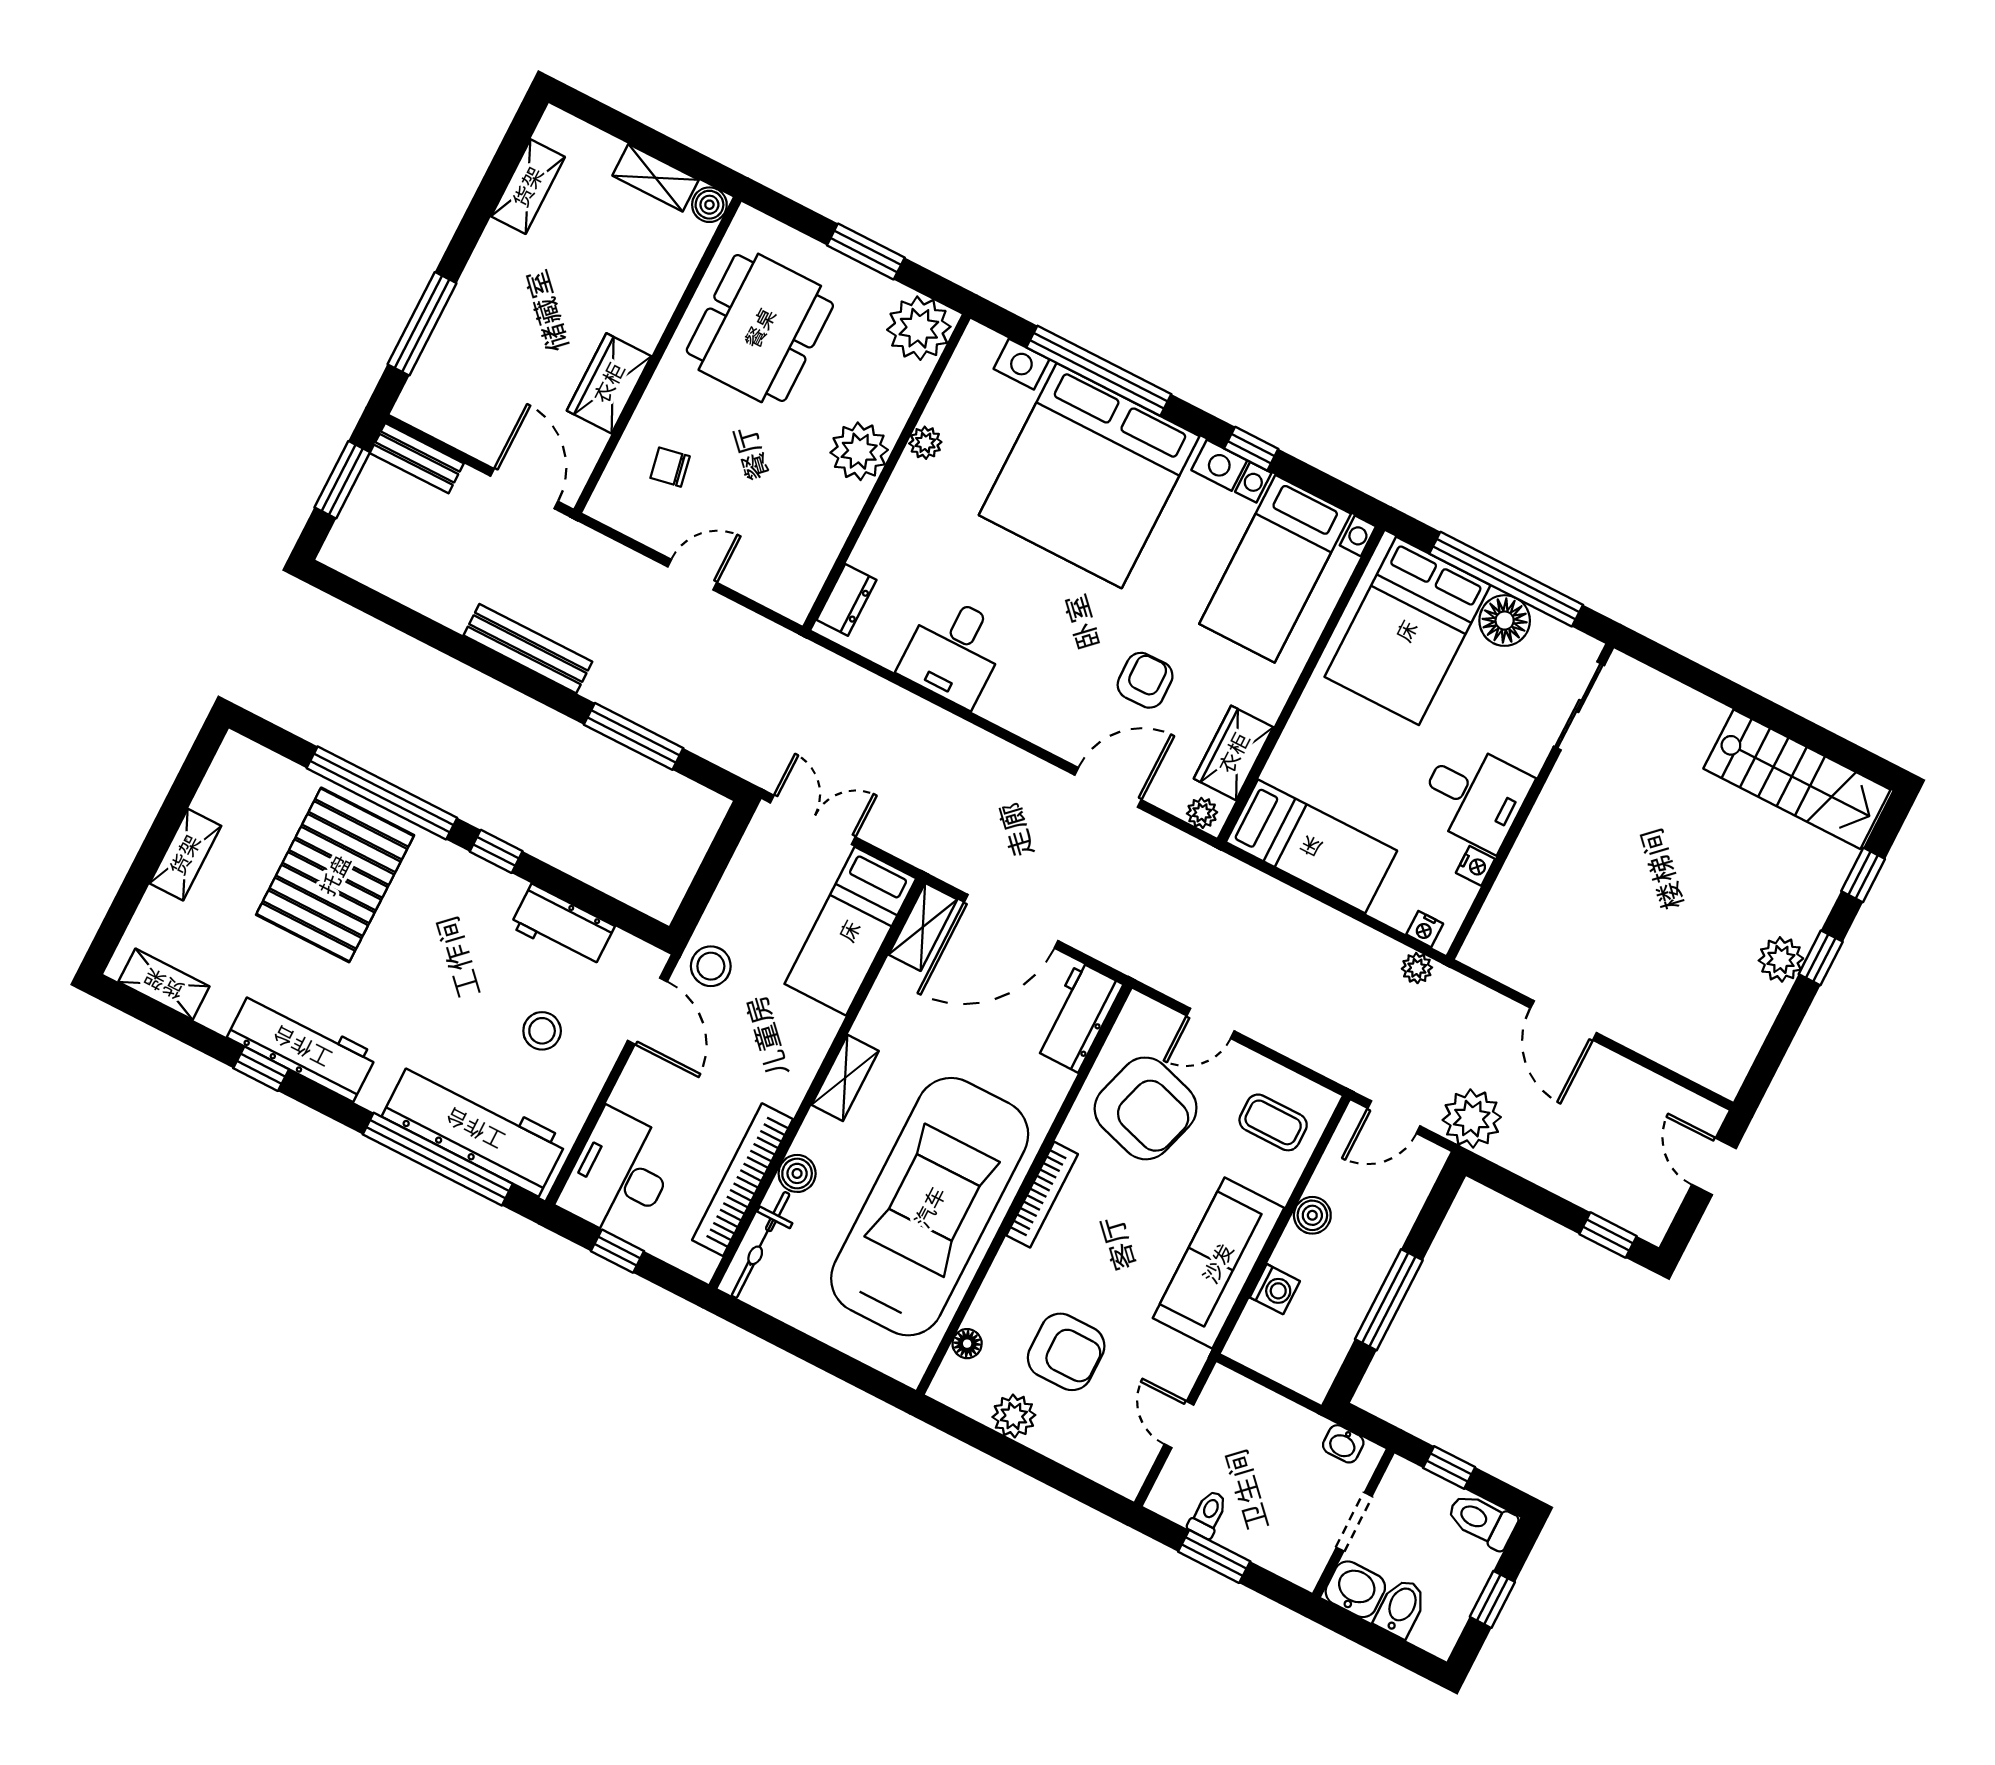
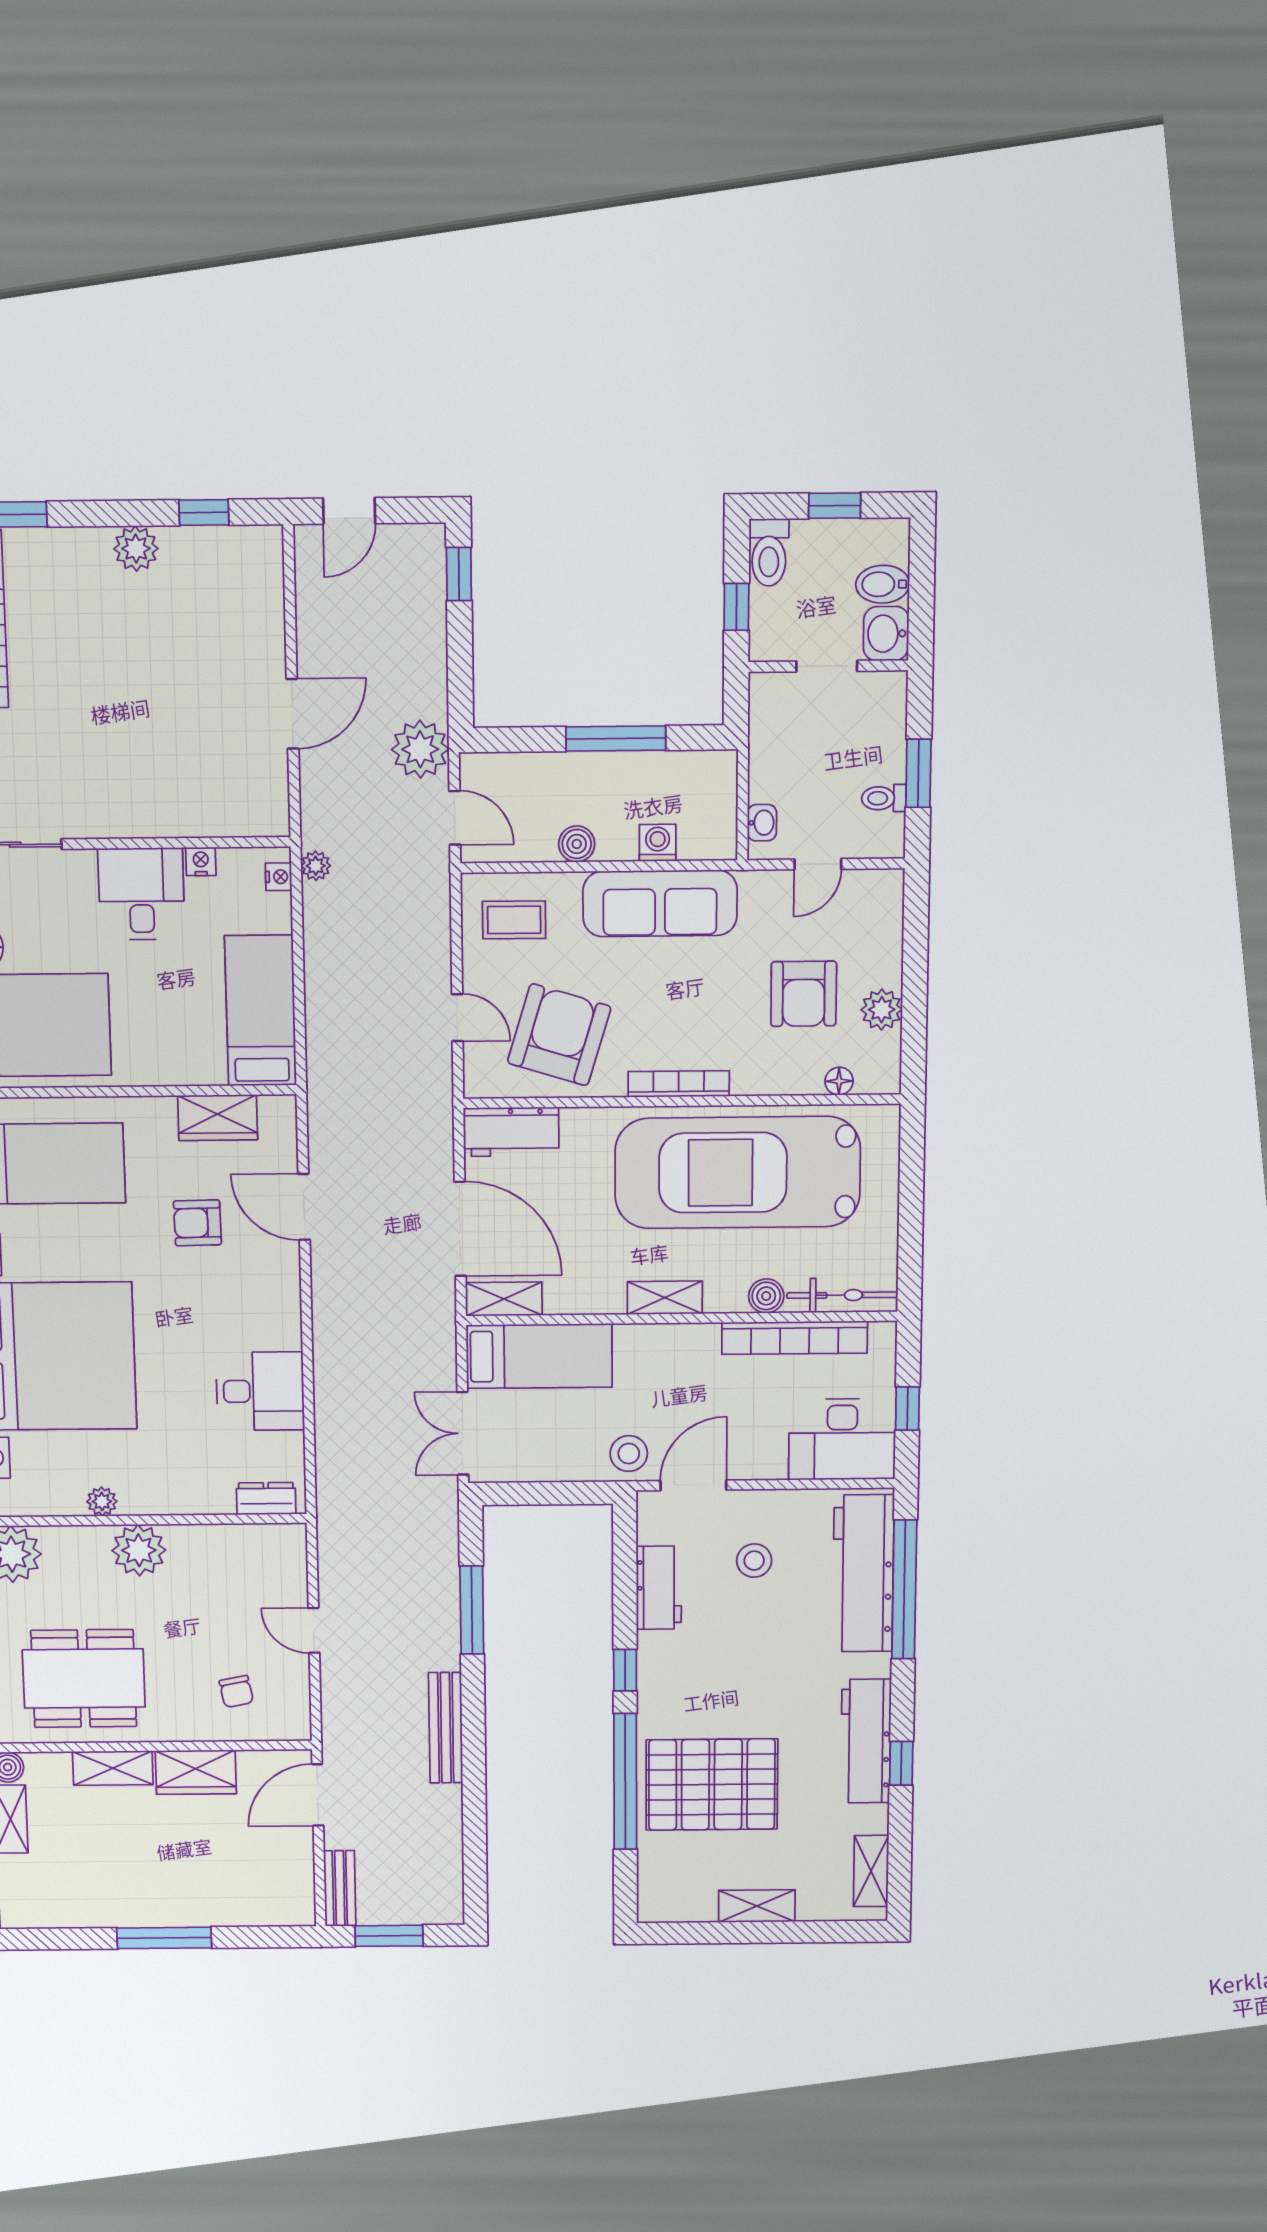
shelving: (528, 187) -> (113, 1768), moved
window: (422, 324) -> (164, 1938), moved
plant: (1202, 813) -> (283, 1118), removed
window: (1821, 958) -> (204, 513), moved
coffee table: (1273, 1122) -> (514, 920), turned 90
armchair: (1066, 1352) -> (804, 994), turned 180
washbasin: (1343, 1444) -> (762, 823), moved

